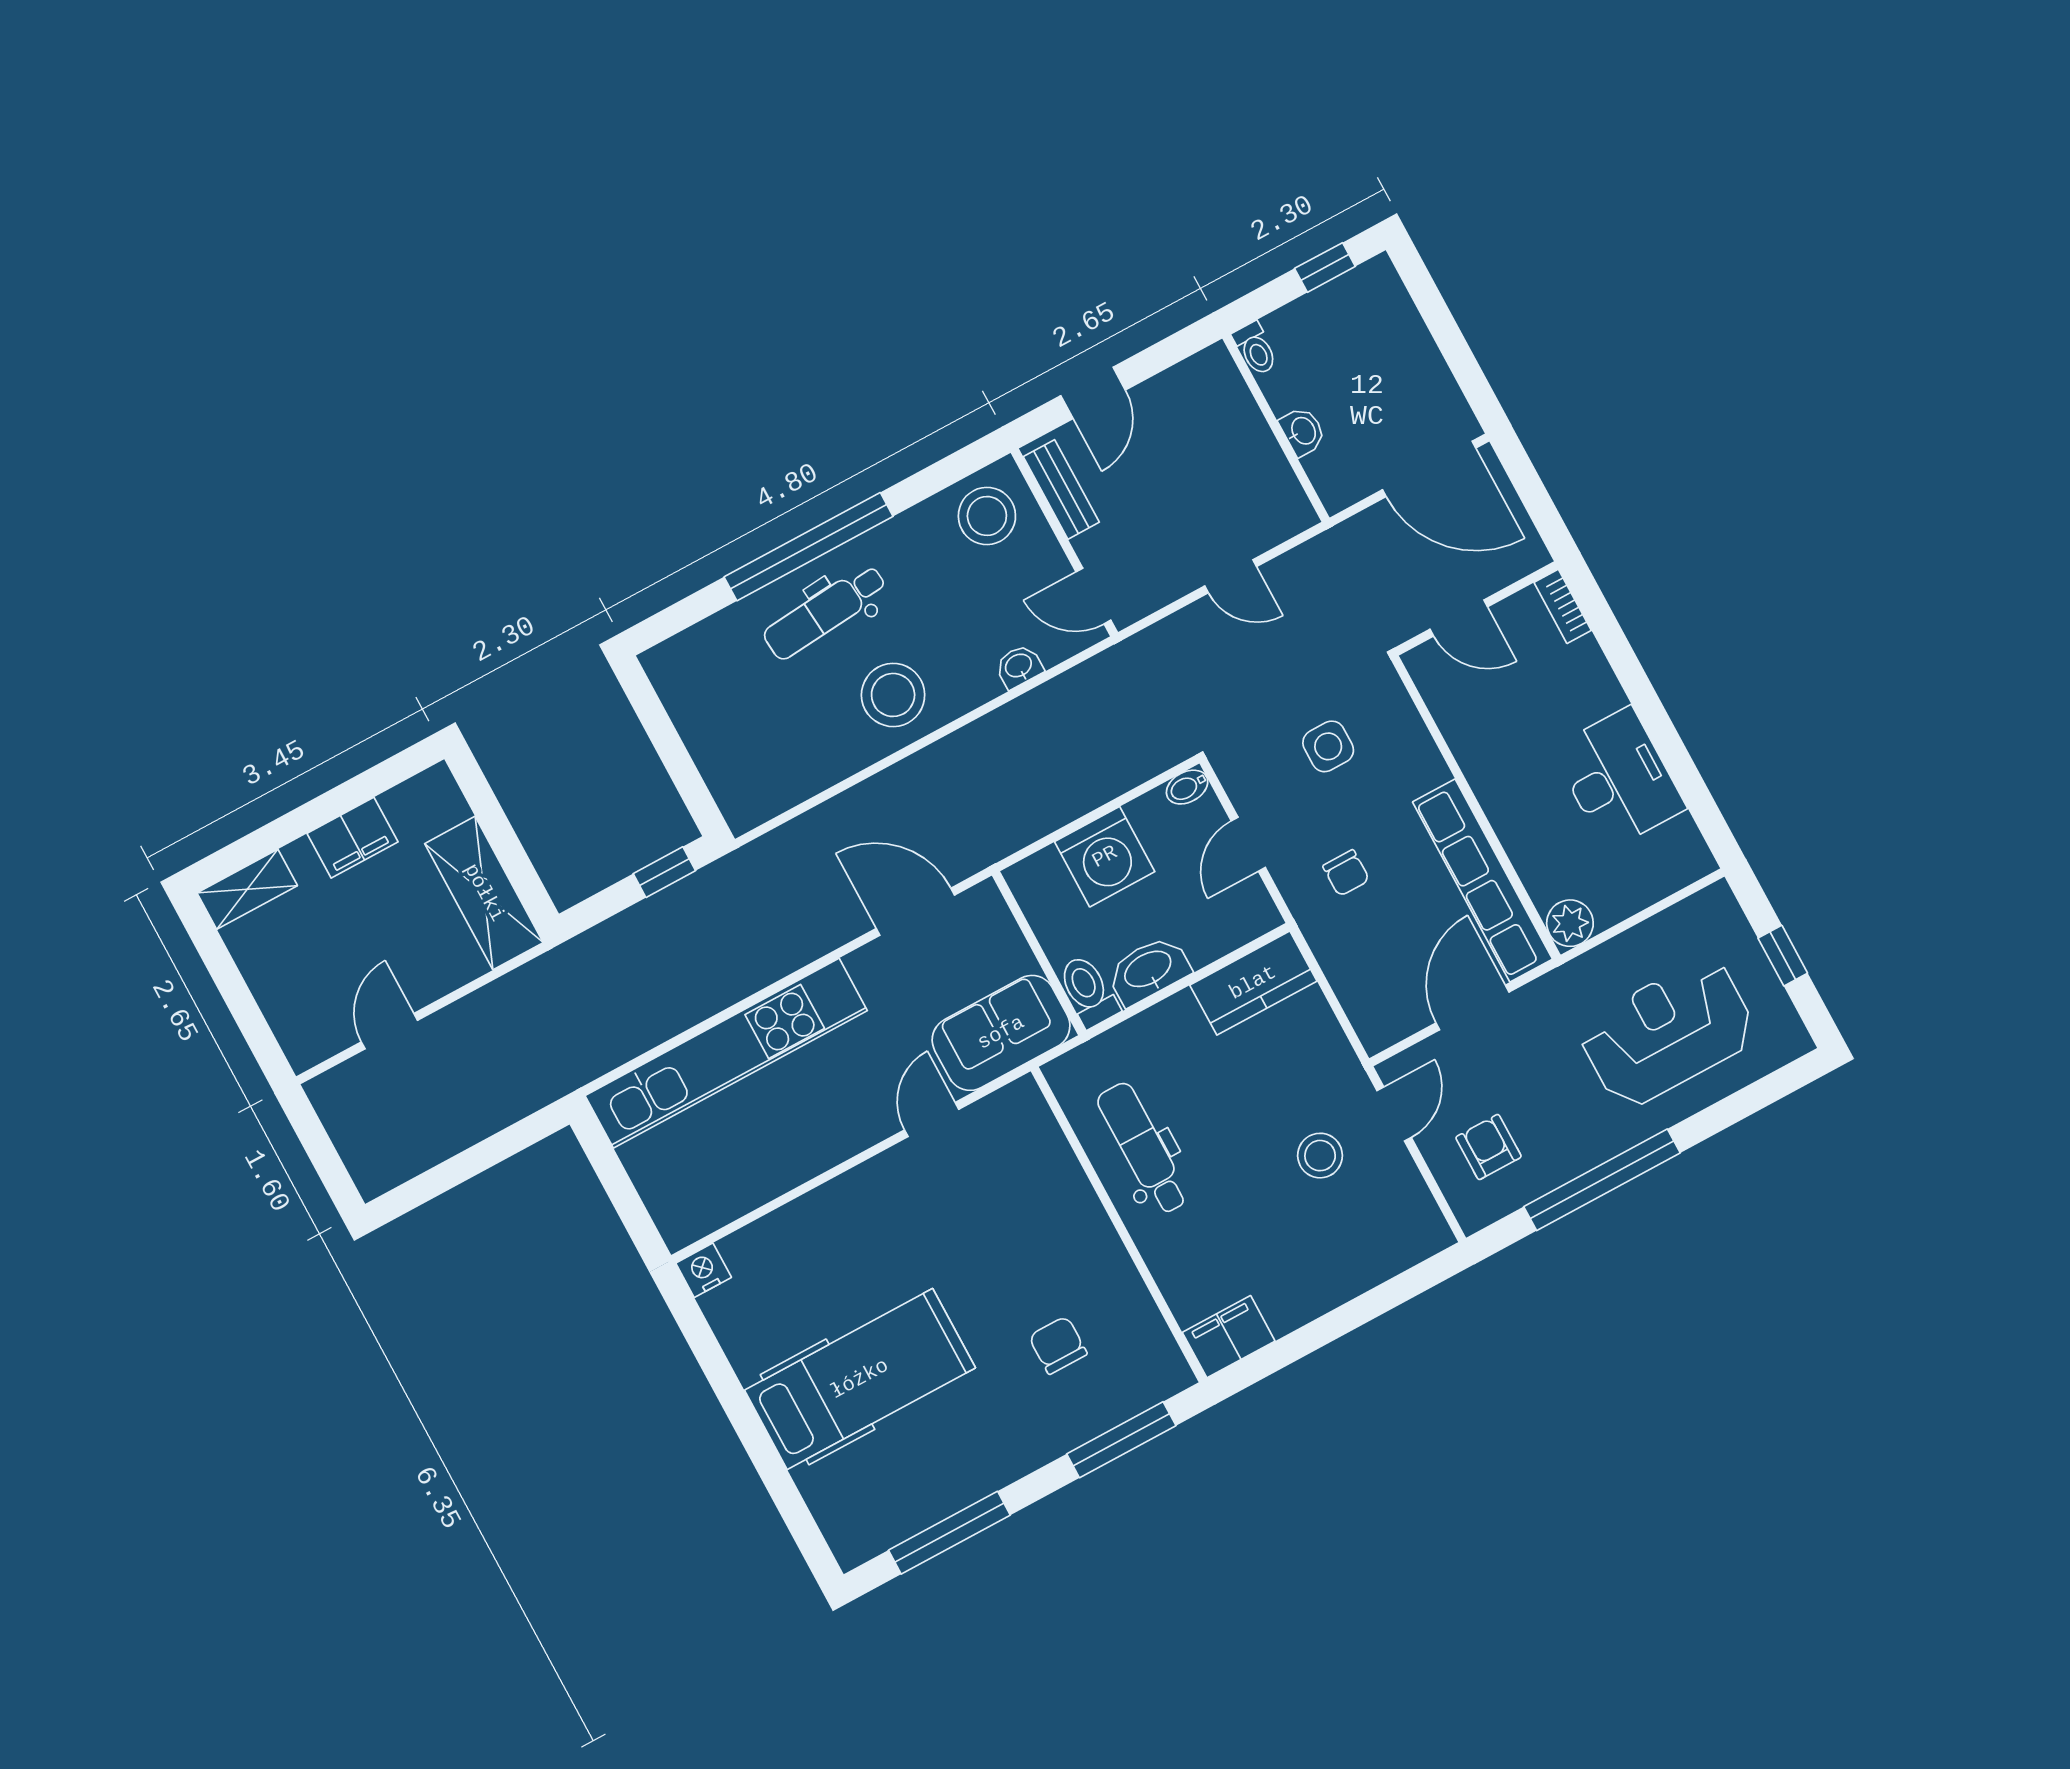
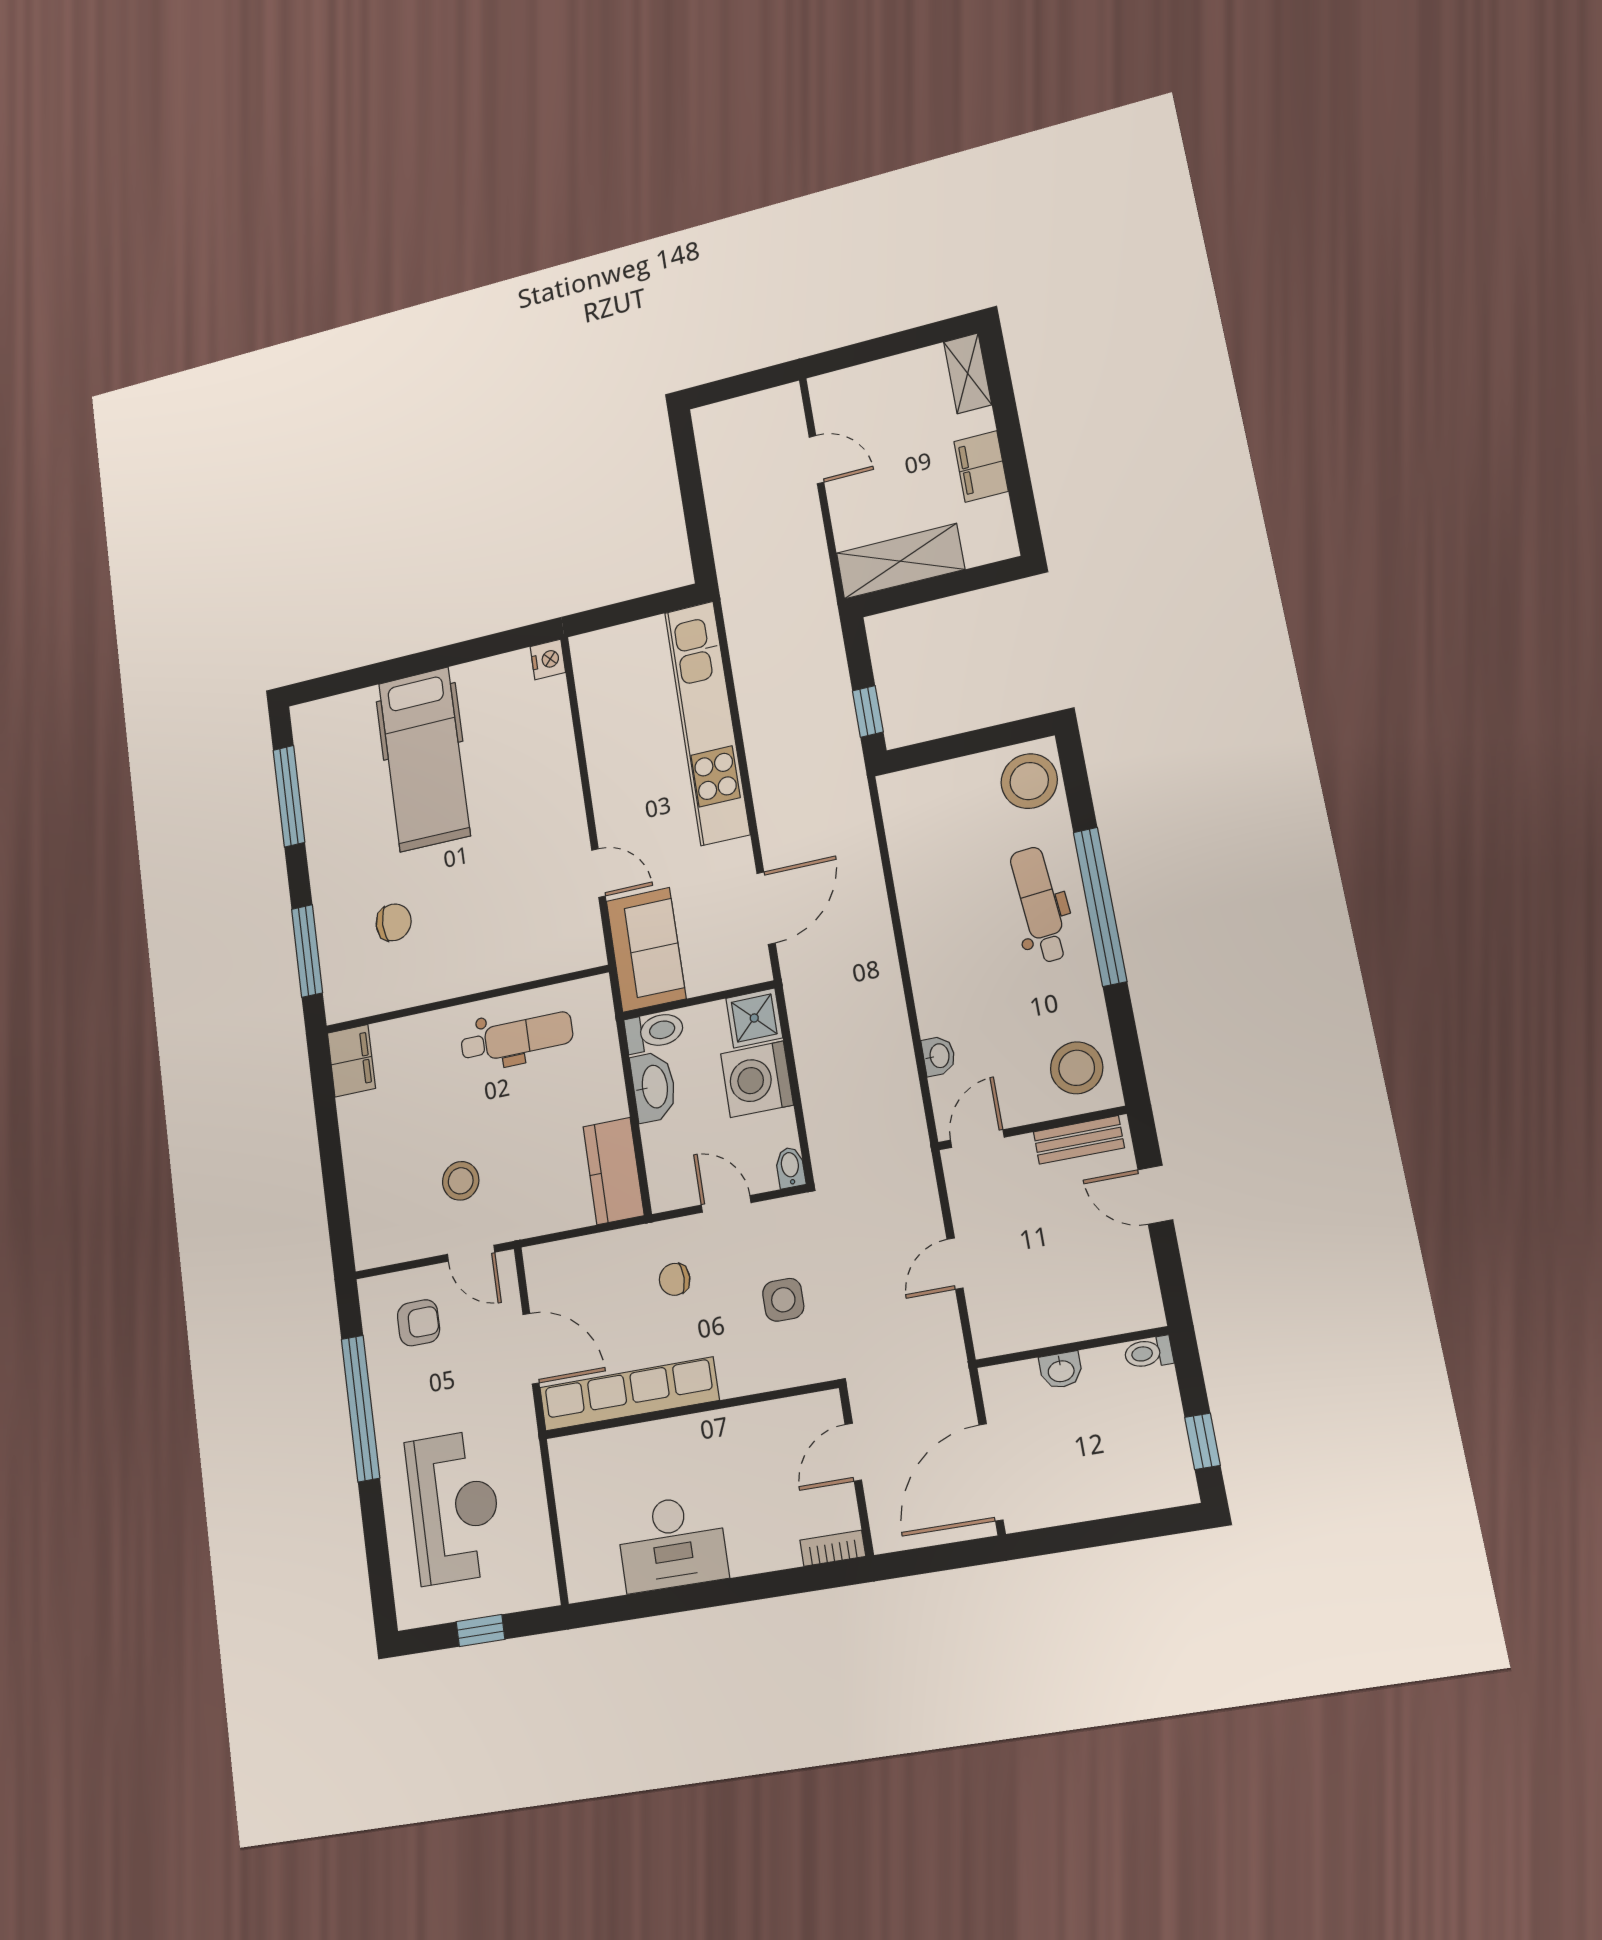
stool: (893, 695) -> (1029, 781), moved
shower: (1039, 883) -> (754, 1018), added
plant: (1570, 923) -> (569, 1456), removed

